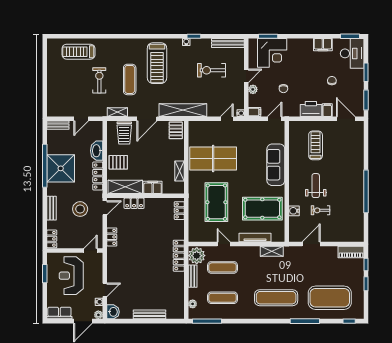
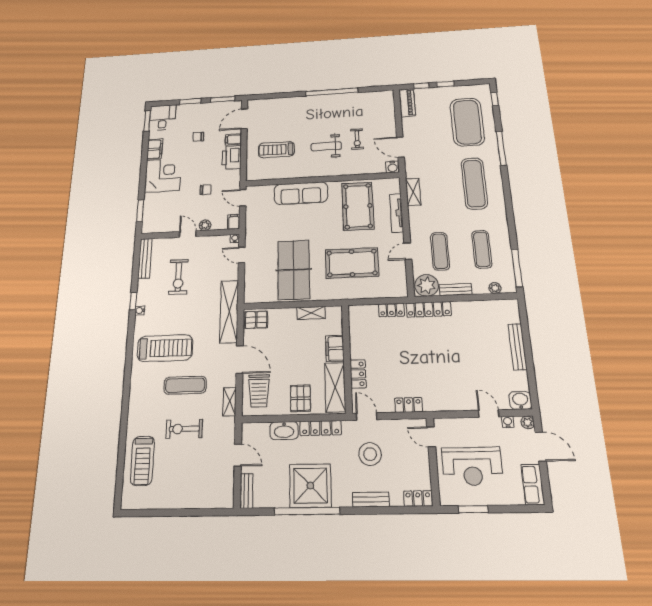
corner desk: (272, 53) -> (163, 175), moved
desk: (352, 53) -> (163, 118), width x0.73
trolley: (124, 133) -> (259, 391), turned 90
locker: (179, 211) -> (391, 310), moved
water cooler: (294, 211) -> (393, 167), moved

